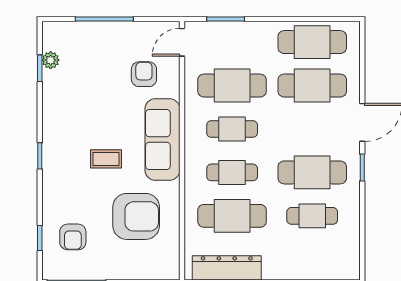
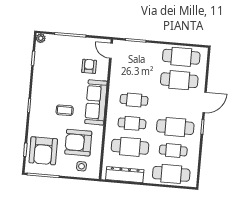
door: (182, 42) -> (111, 51), hinge flipped
plant: (51, 60) -> (41, 38), moved
cafe table: (232, 86) -> (171, 174), moved
armchair: (136, 216) -> (78, 143), turned 180
armchair: (73, 237) -> (43, 151), width x1.88, depth x1.88
side table: (146, 259) -> (81, 166), added

